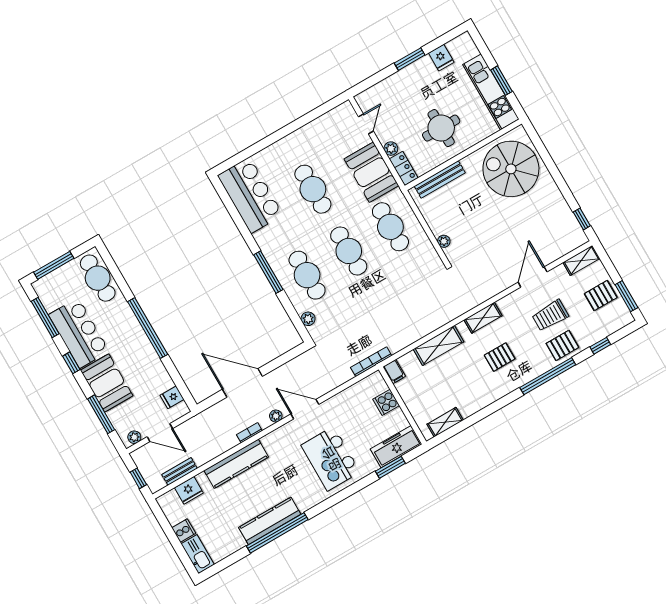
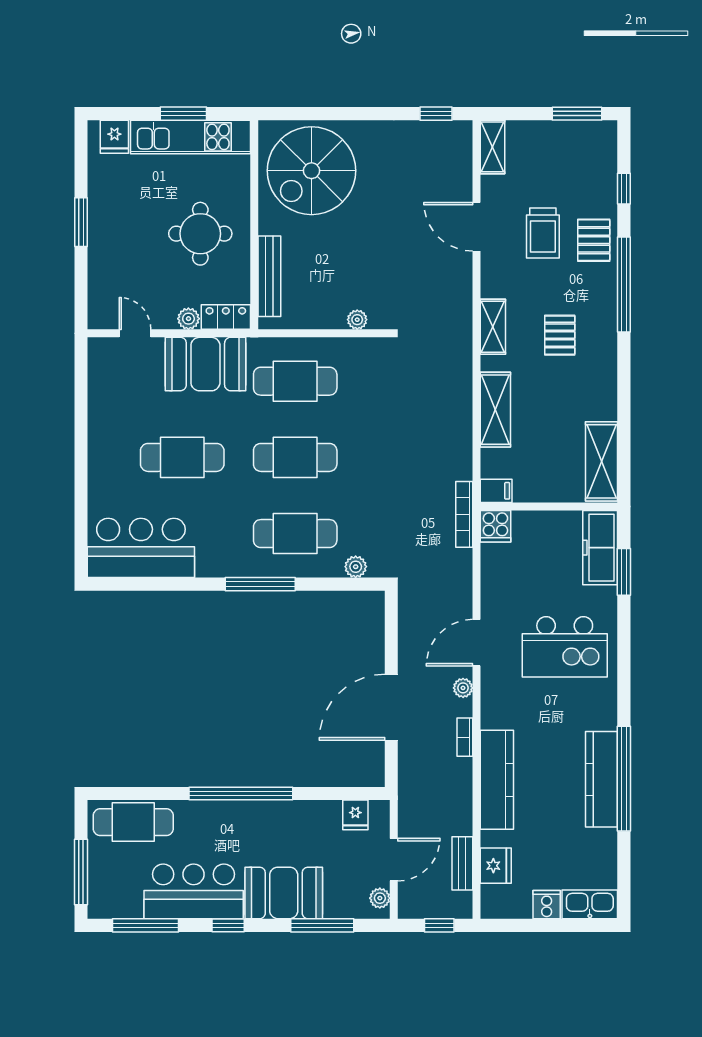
fridge: (441, 58) -> (114, 137), moved, turned 90
pallet: (601, 296) -> (556, 148), removed
cooker: (386, 402) -> (495, 526), moved
shelving: (445, 422) -> (602, 461), width x1.50, depth x1.33

